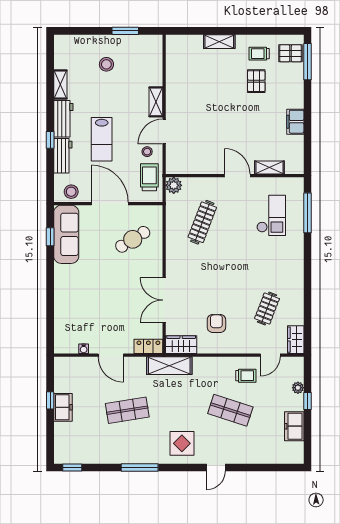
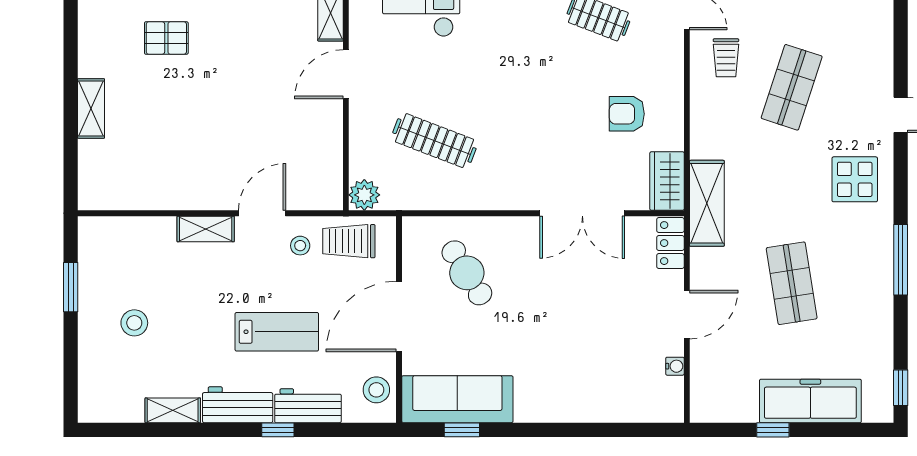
trolley: (259, 54) -> (114, 33), removed
door: (164, 132) -> (262, 213), swing flipped
trolley: (246, 376) -> (726, 58), turned 180
freezer: (63, 407) -> (810, 401), width x1.91, depth x1.26

